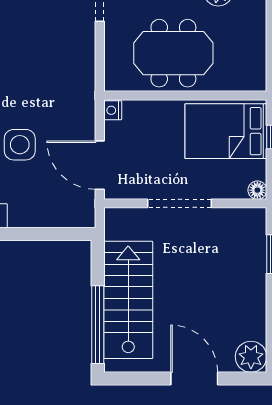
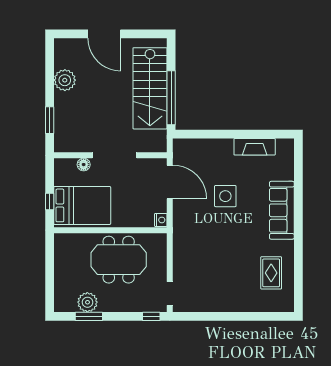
floor lamp: (257, 190) -> (84, 165), moved
window: (98, 325) -> (171, 98), moved
plant: (251, 357) -> (65, 80), moved

